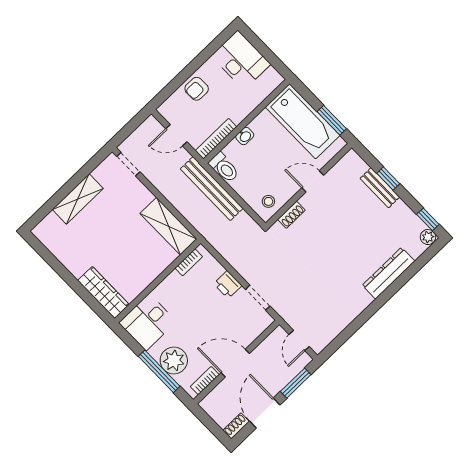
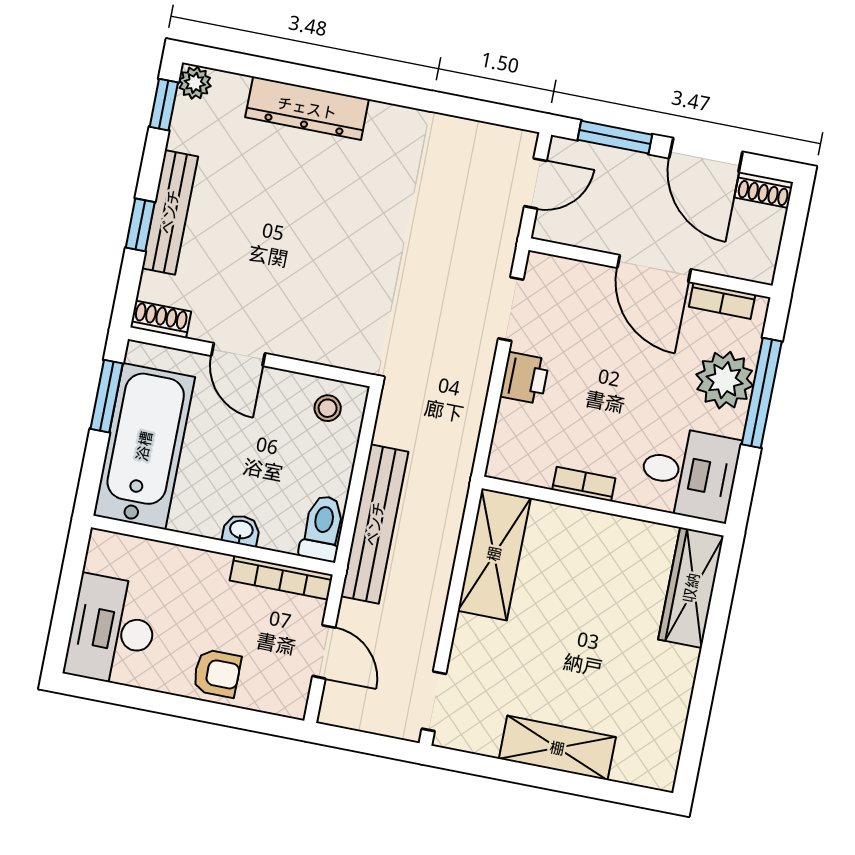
bench: (380, 188) -> (170, 212), width x1.36
shoe rack: (291, 215) -> (161, 319), moved
bookcase: (189, 262) -> (584, 484), moved
door: (265, 413) -> (706, 155), hinge flipped

